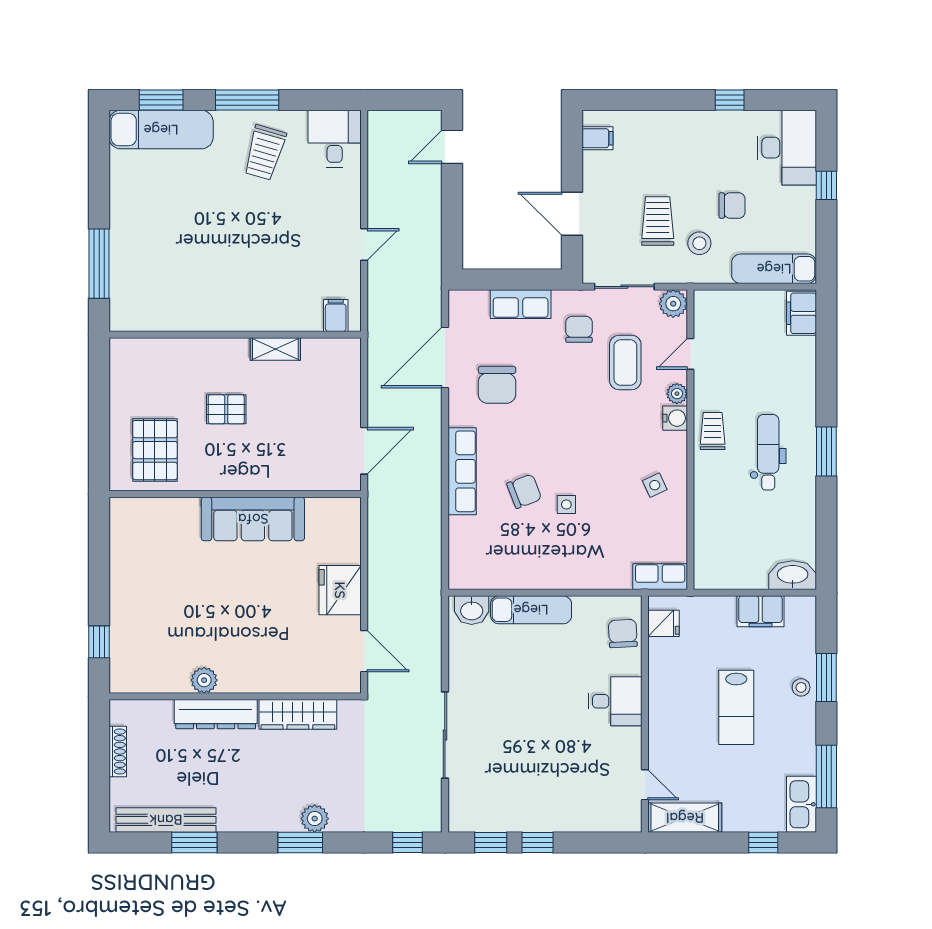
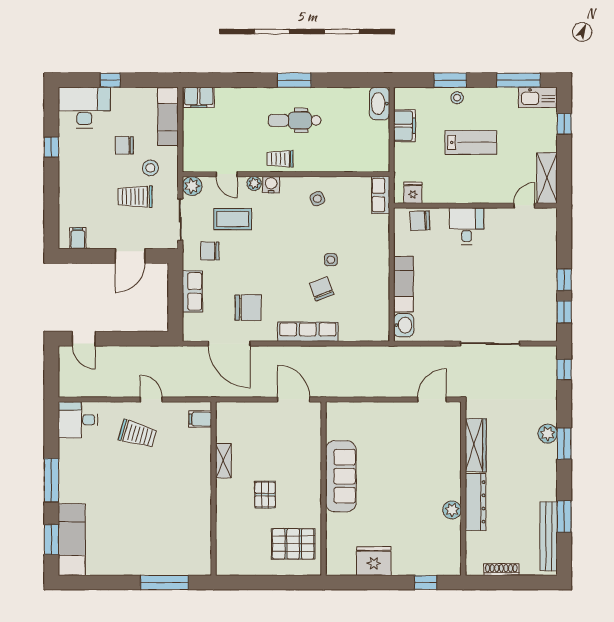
trolley: (265, 152) -> (138, 434), moved
chair: (732, 206) -> (124, 145), turned -90
fridge: (340, 590) -> (374, 561), moved, turned 180

